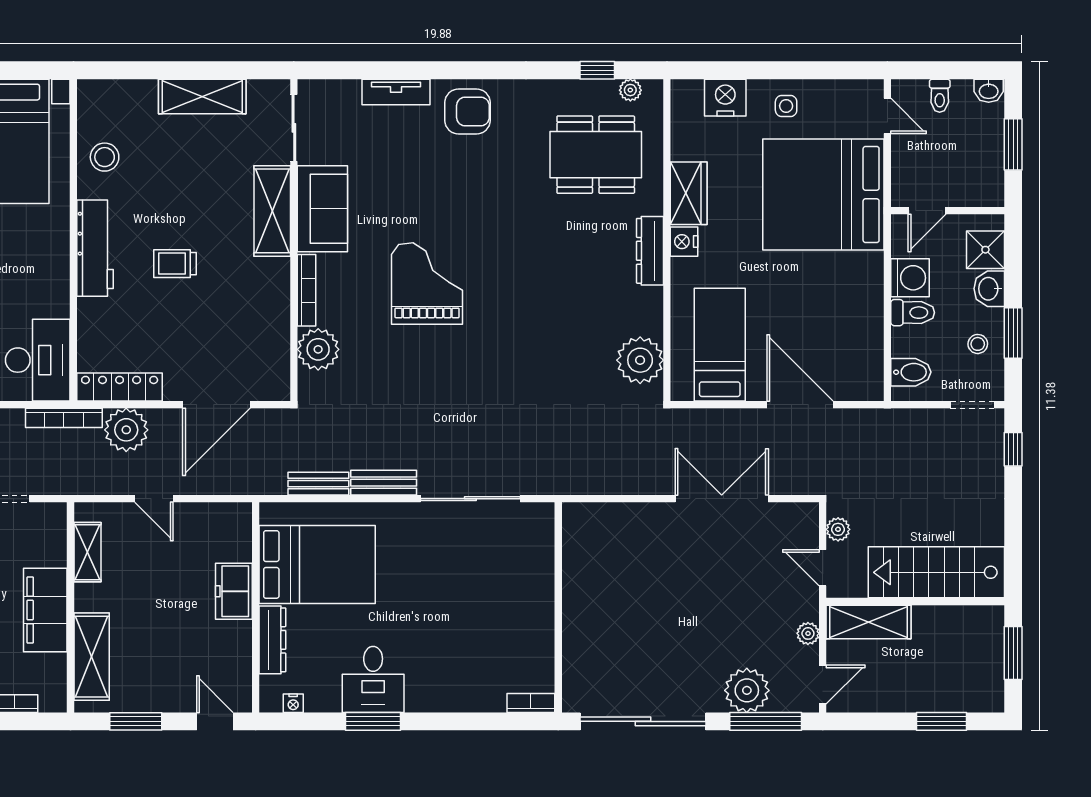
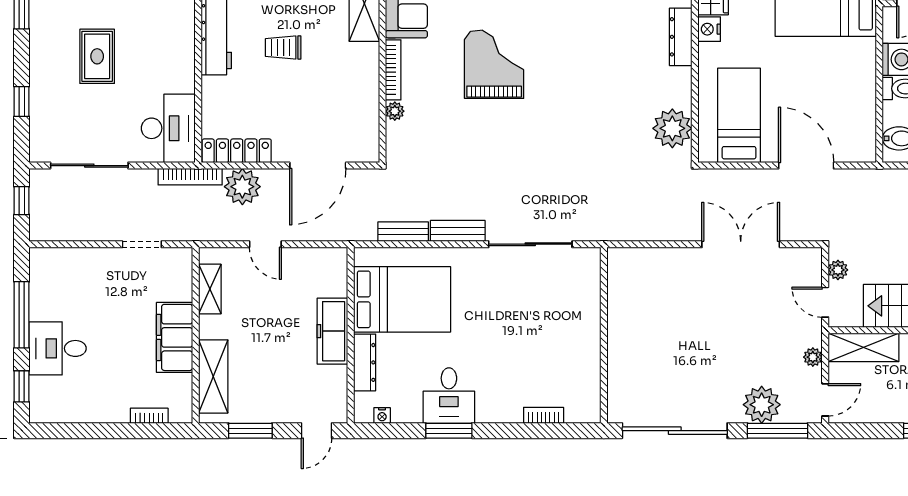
plant: (318, 349) -> (395, 111), width x0.53, depth x0.53
freezer: (234, 591) -> (332, 331), width x1.40
bookcase: (531, 703) -> (544, 415), moved
door: (215, 721) -> (317, 431), swing flipped

